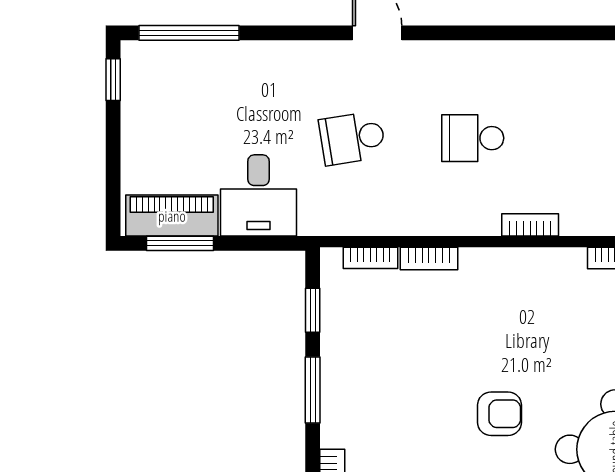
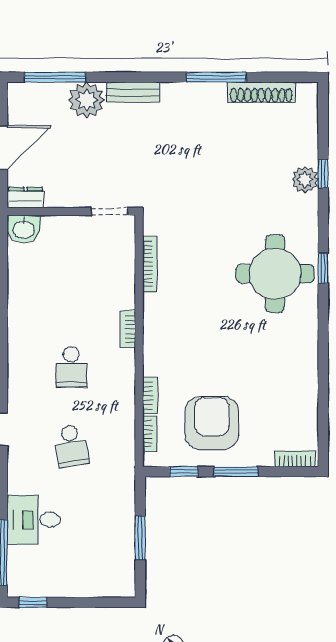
desk: (259, 195) -> (34, 520), moved, turned 180
piano: (172, 216) -> (122, 564), removed
window: (180, 243) -> (140, 538), moved
armchair: (500, 414) -> (212, 423), moved, width x1.88, depth x1.88

